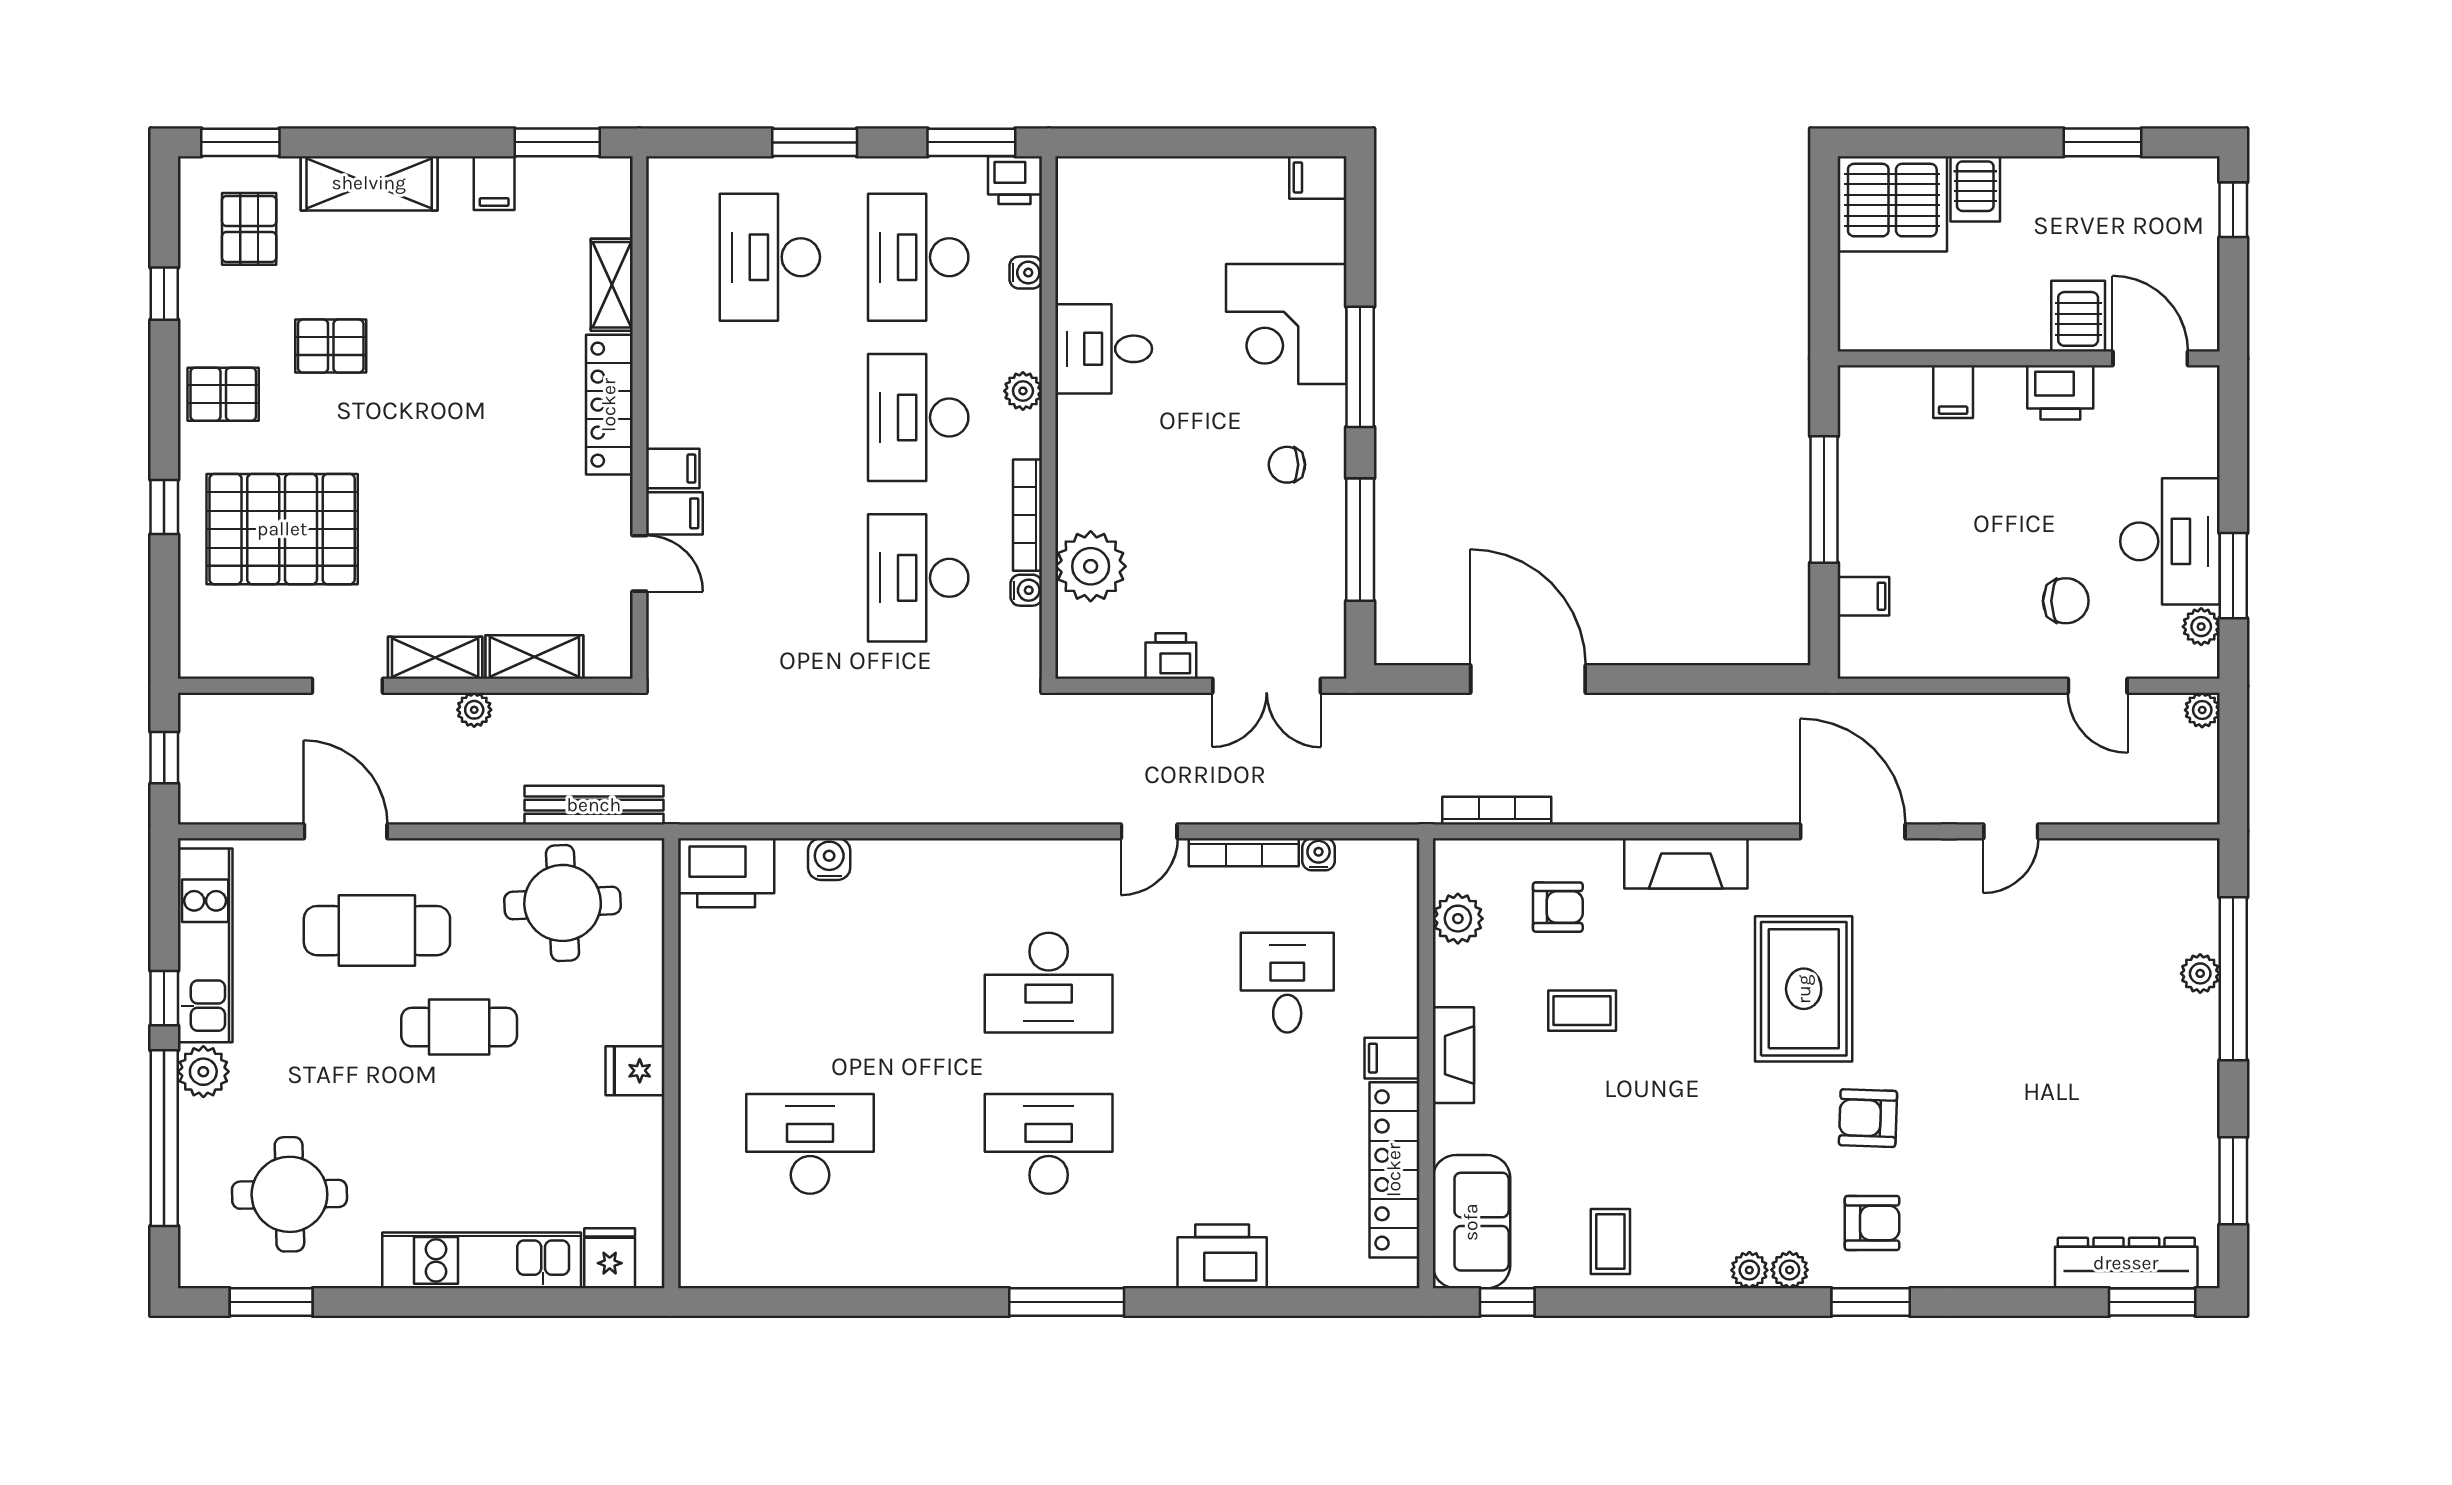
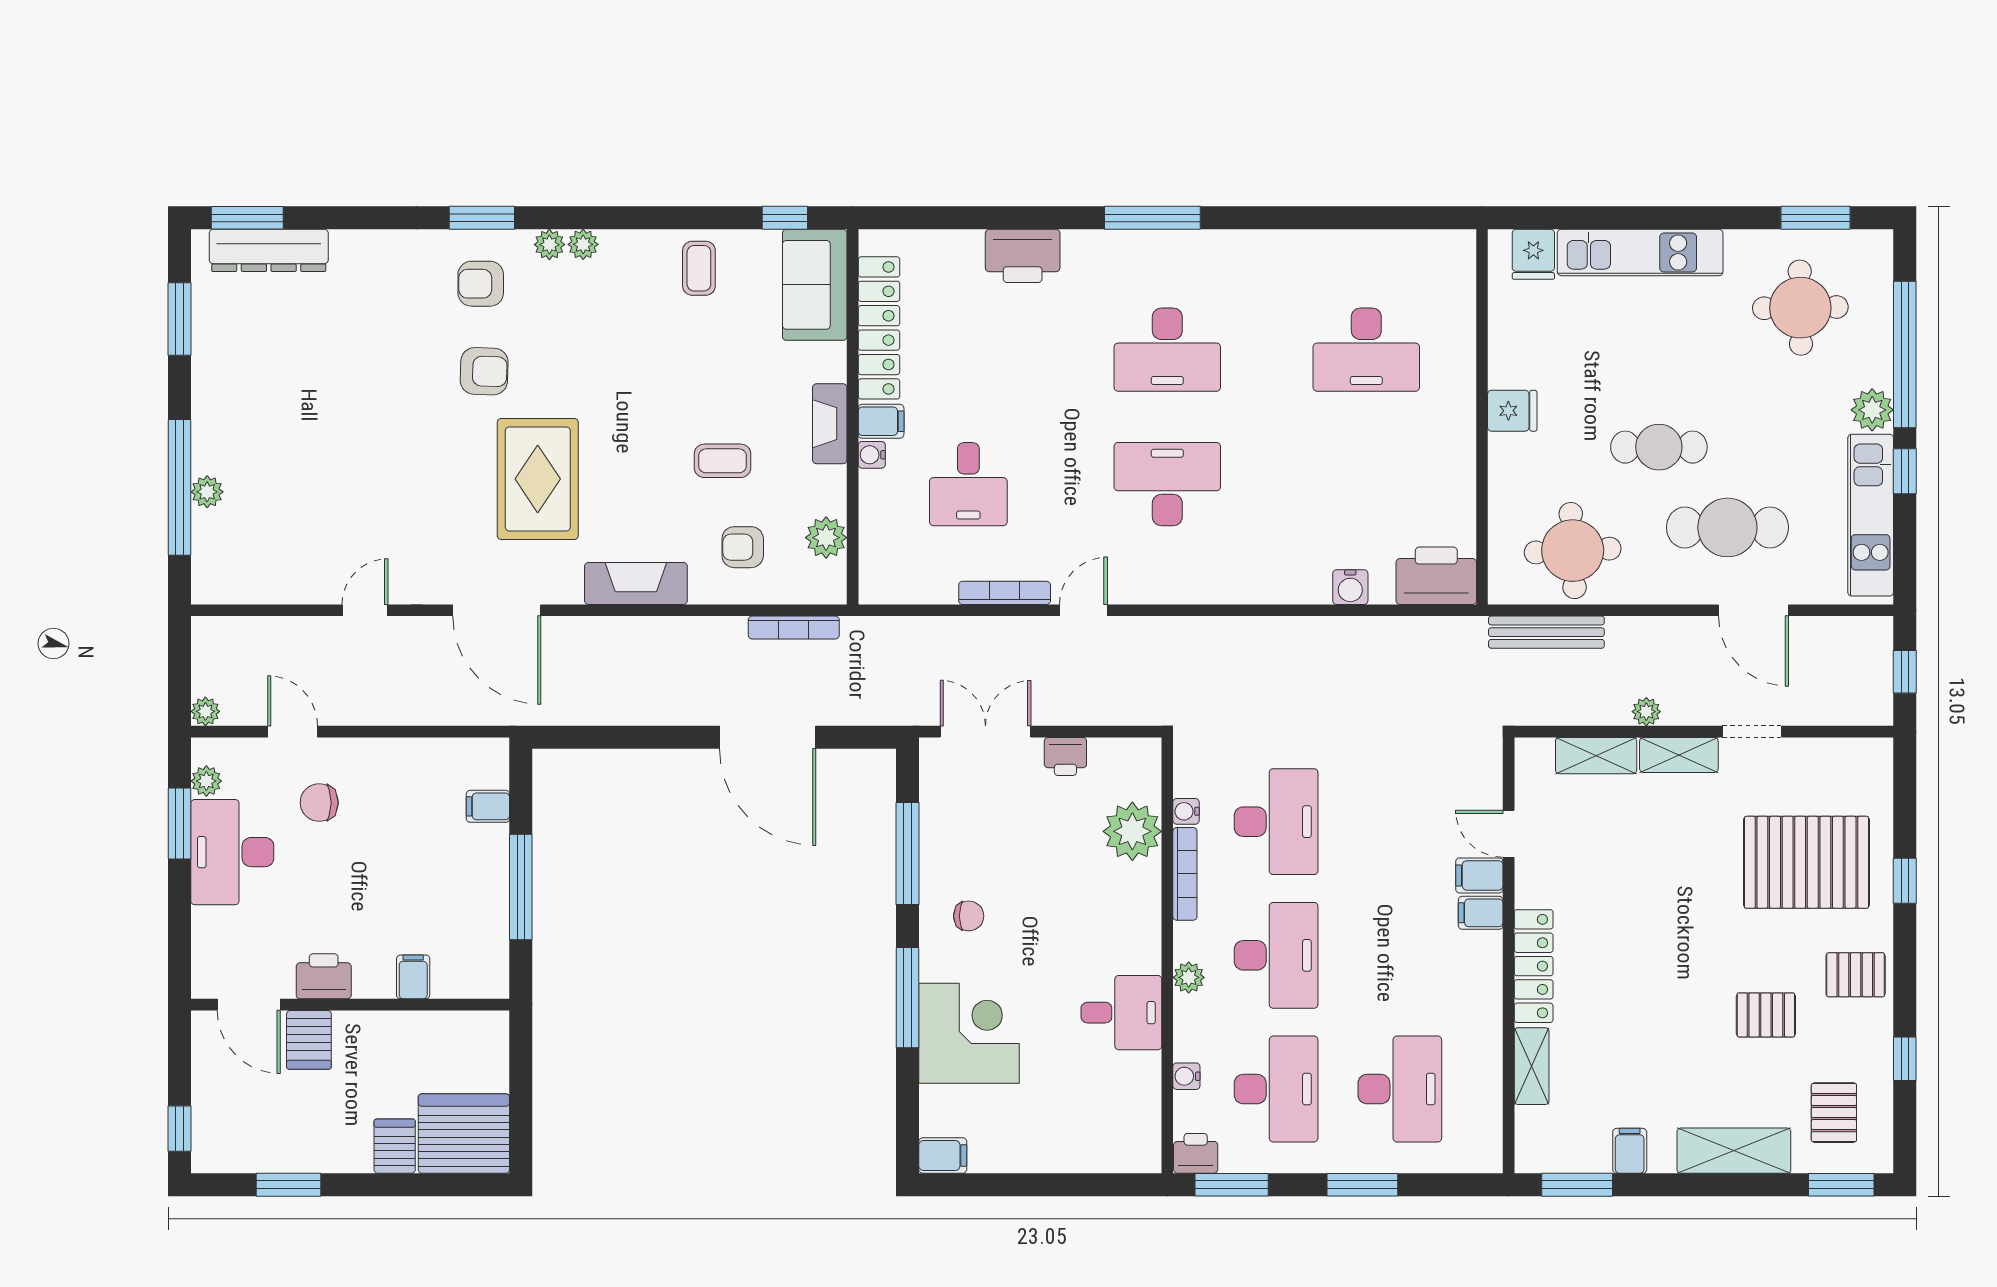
water cooler: (1319, 854) -> (872, 455), moved, turned 90

